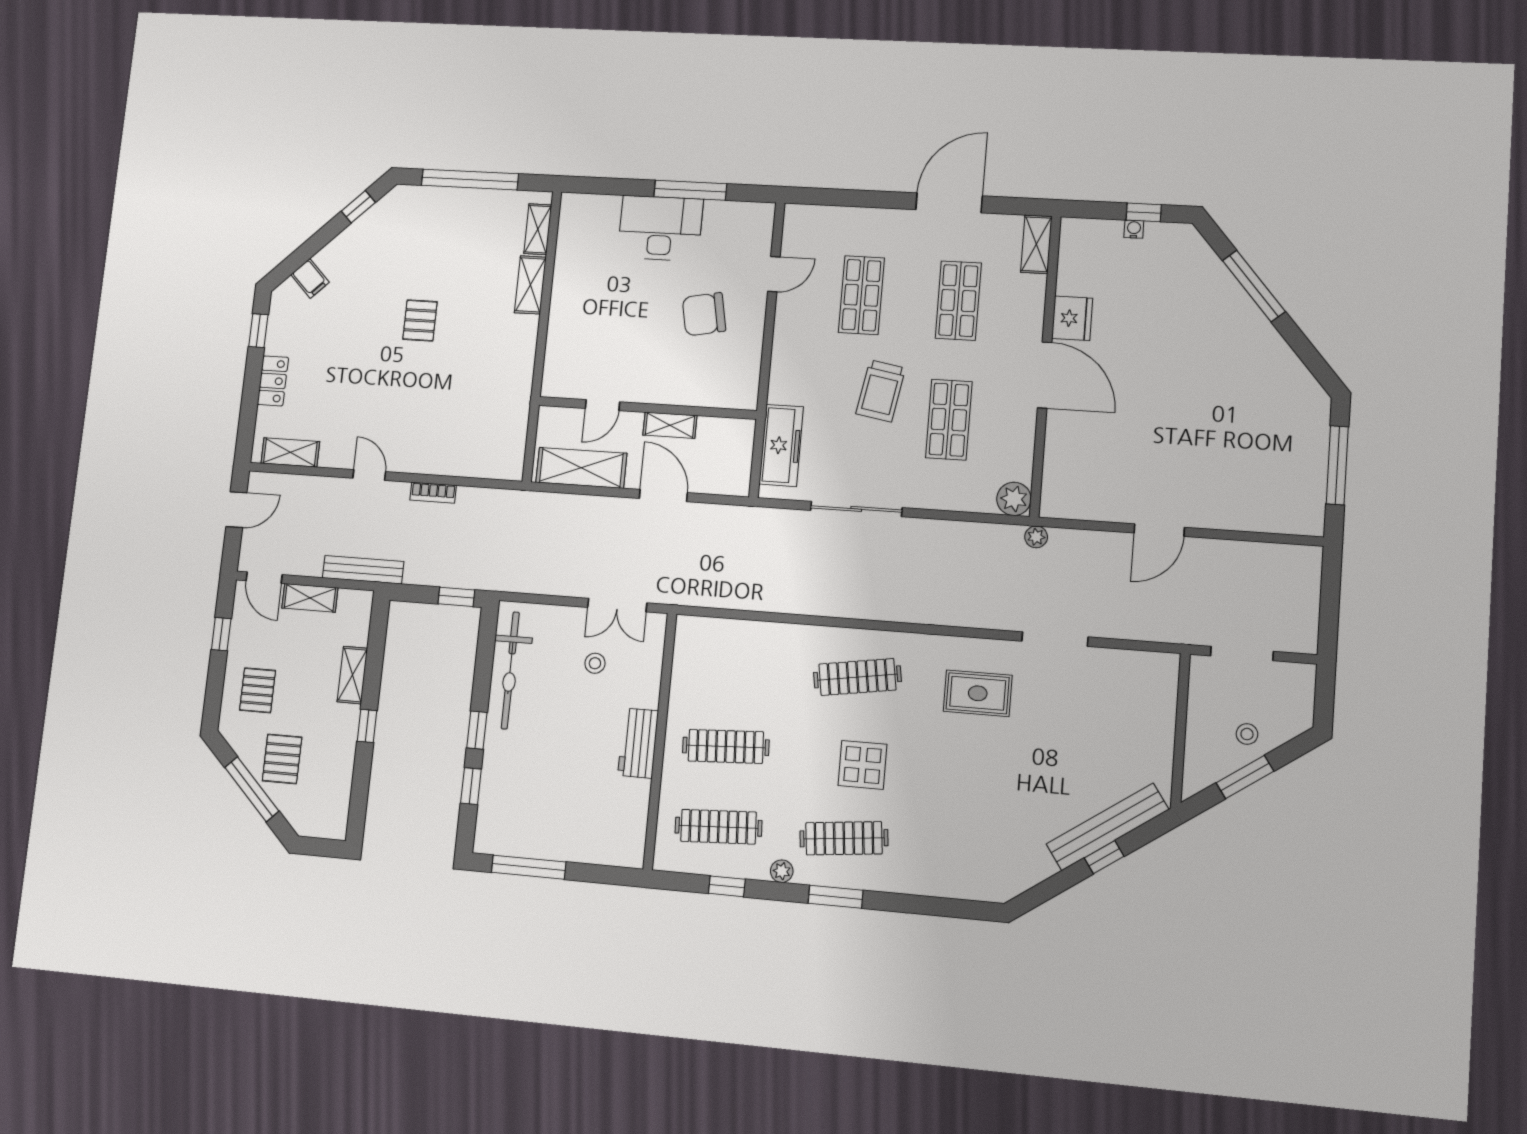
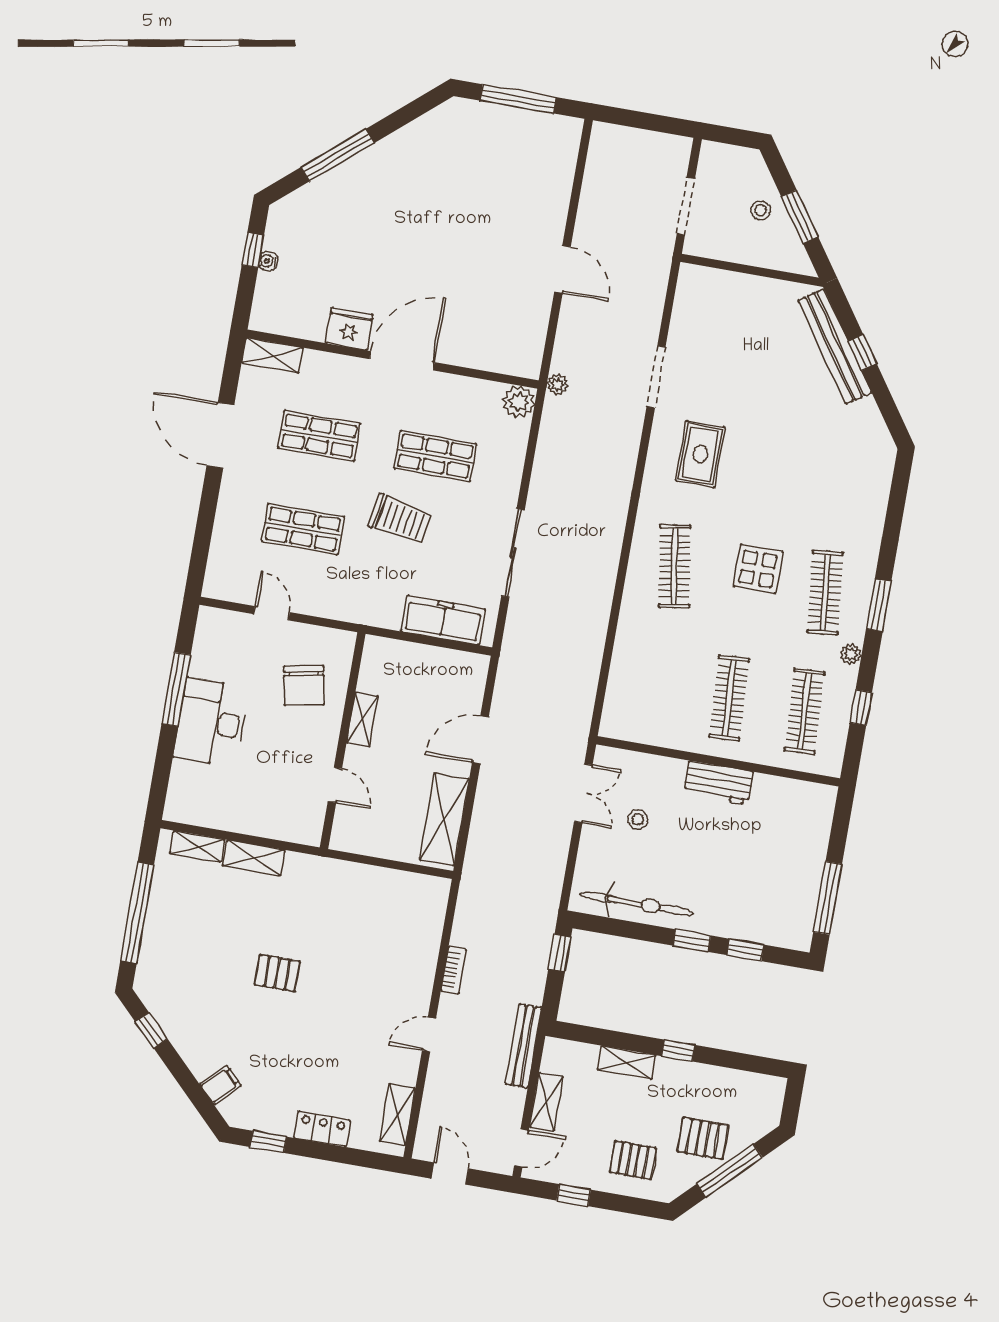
door: (602, 405) -> (335, 785), moved
wall: (647, 408) -> (343, 741), moved
shelving: (670, 425) -> (362, 719), moved

